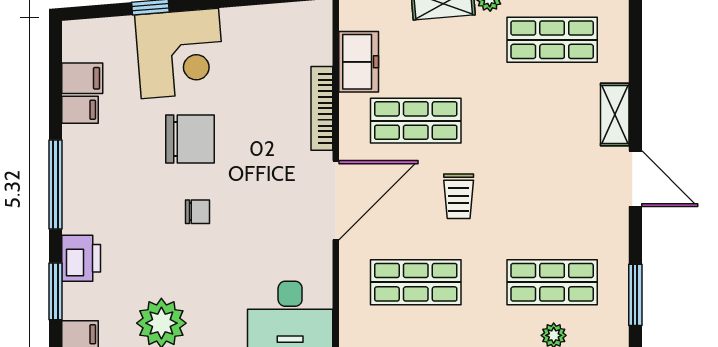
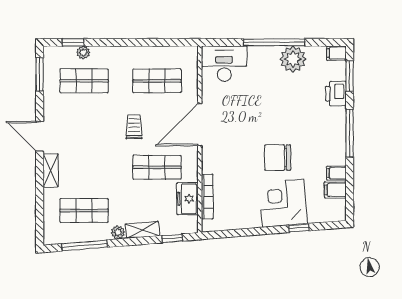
bookcase: (322, 108) -> (207, 197), moved
chair: (198, 212) -> (274, 119), removed

